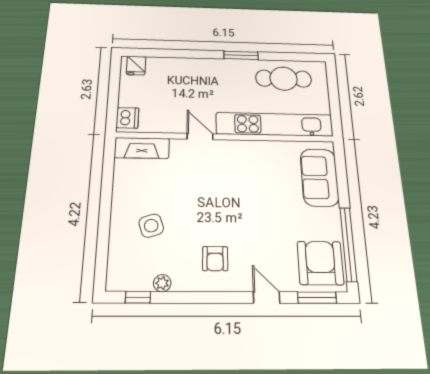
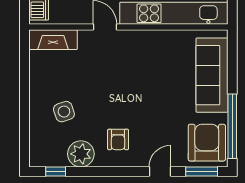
sofa: (319, 177) -> (212, 75), width x1.36
plant: (162, 283) -> (81, 154), width x1.88, depth x1.88
door: (267, 298) -> (160, 171), hinge flipped

